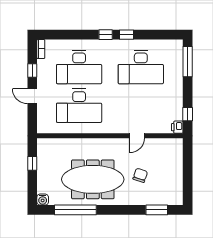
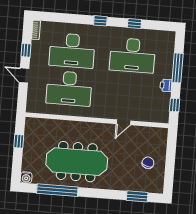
window: (126, 35) -> (134, 24), moved
window: (188, 62) -> (178, 68), moved
printer: (177, 127) -> (166, 85), moved
chair: (140, 175) -> (148, 163), moved

